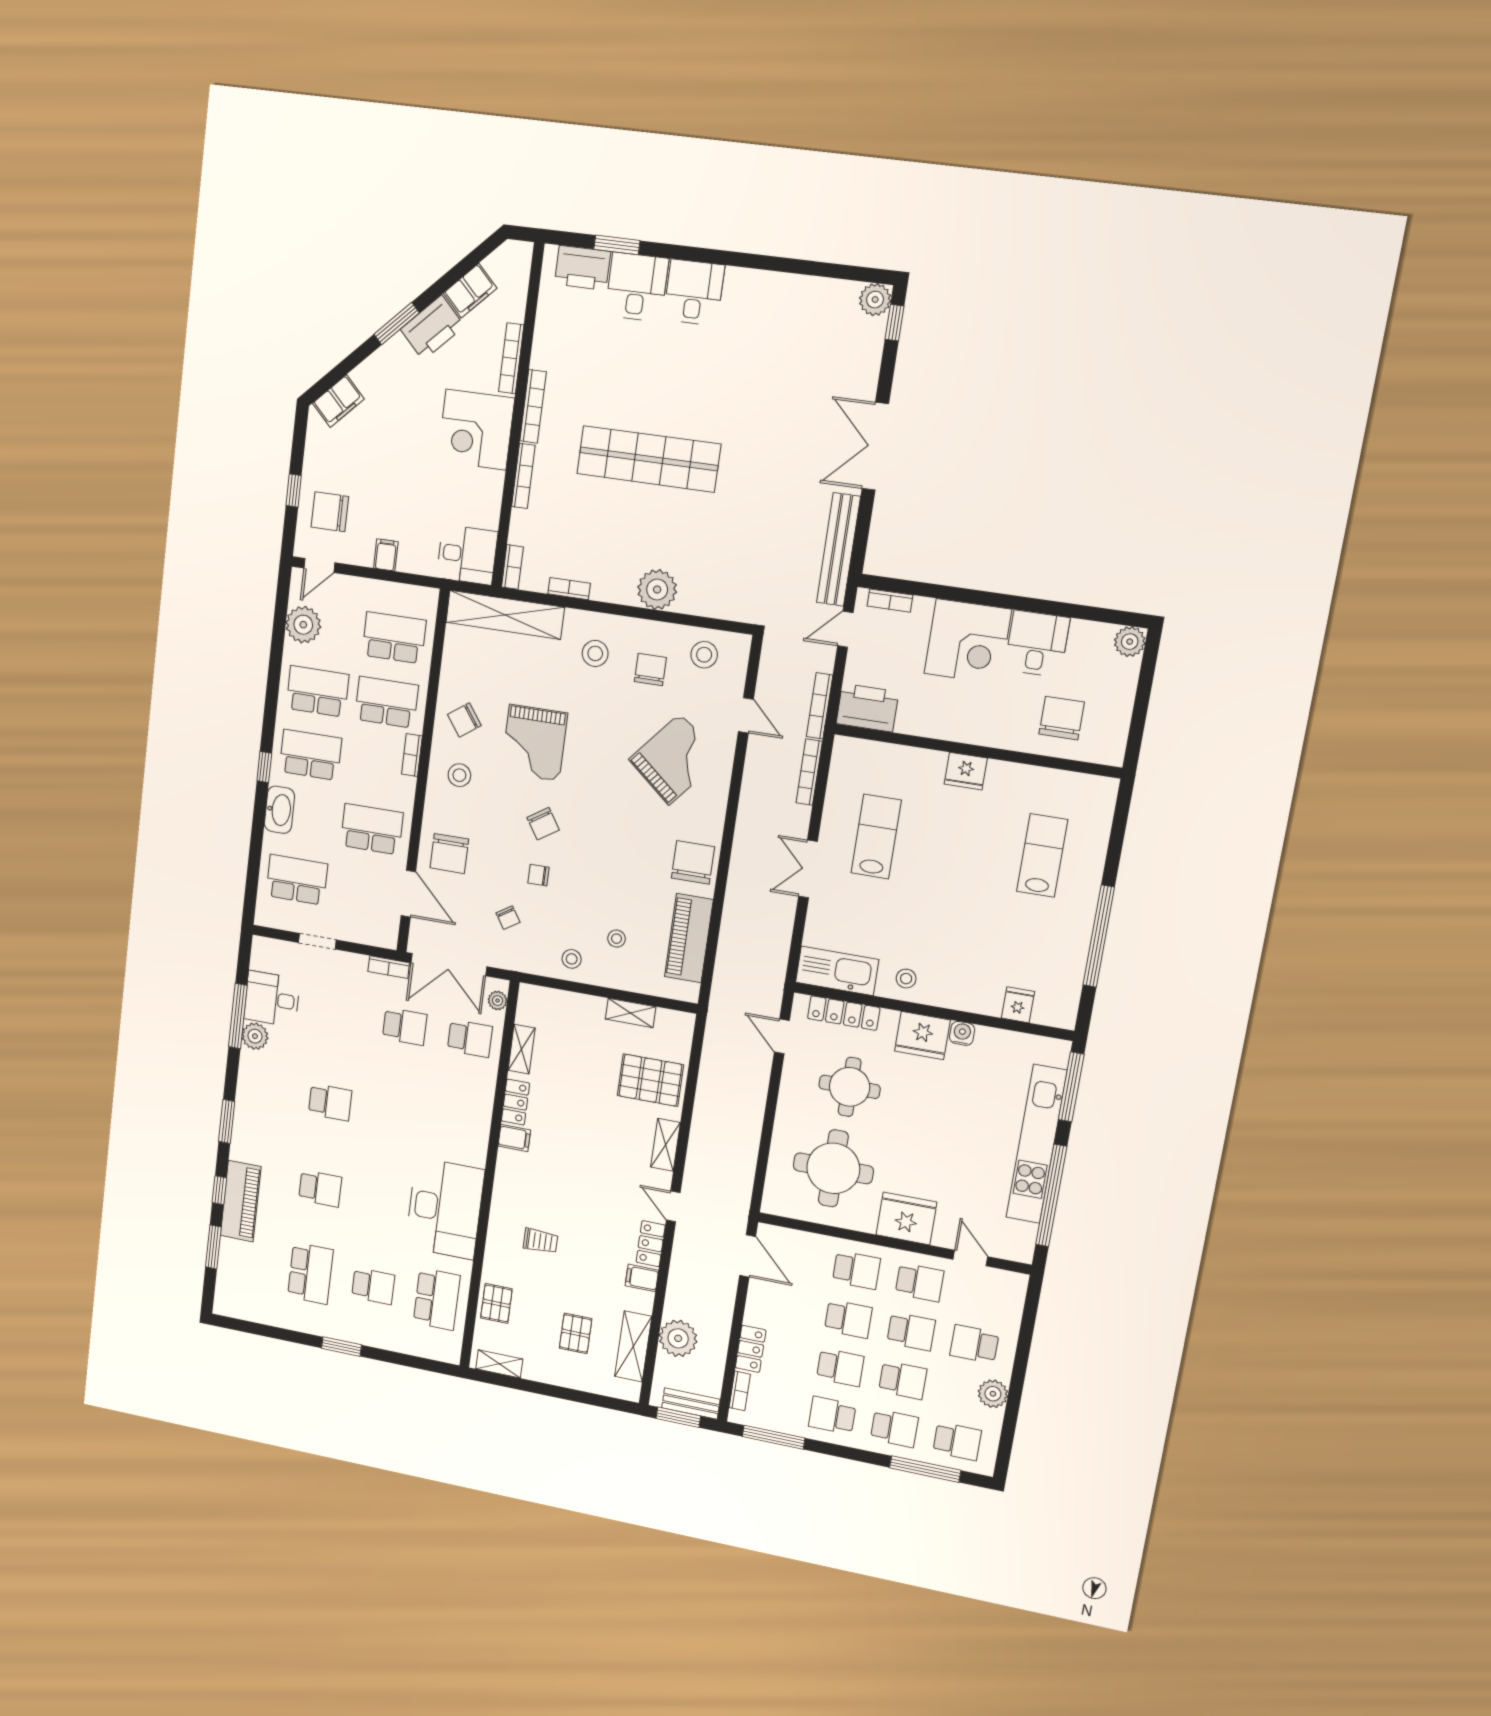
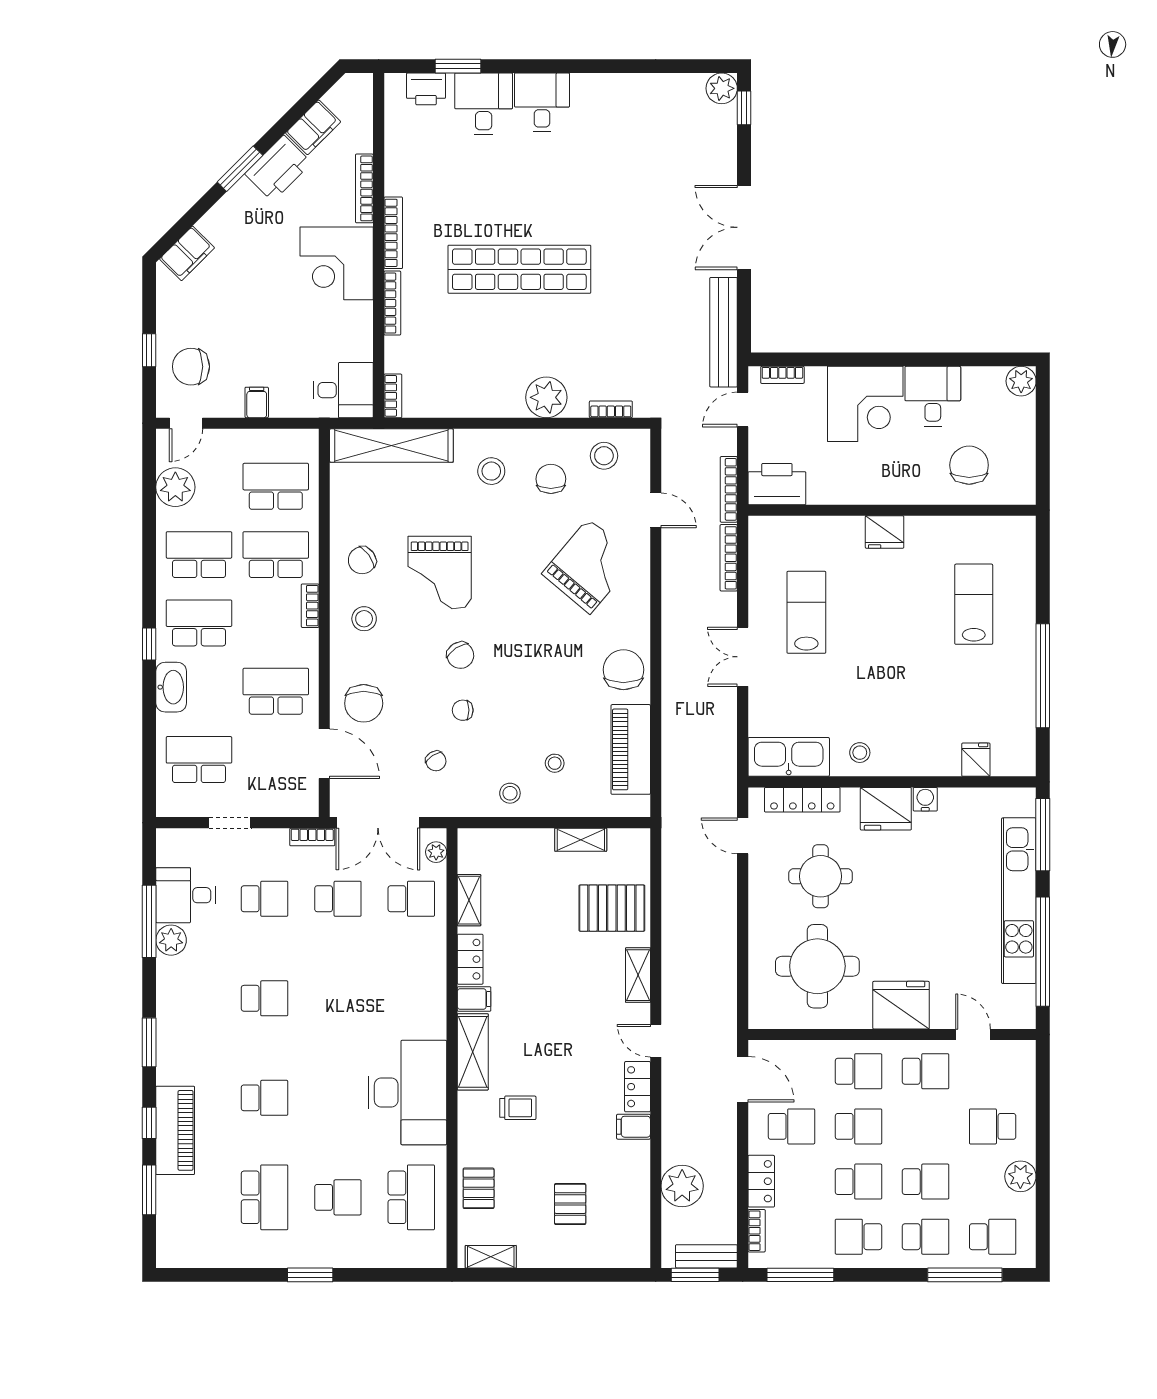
printer: (582, 268) -> (426, 89), width x0.73, depth x0.84
bookcase: (569, 589) -> (611, 409), moved
school desk: (340, 1015) -> (265, 899), added
school desk: (911, 1331) -> (791, 1126), moved
shelving: (633, 1346) -> (473, 1052), moved

